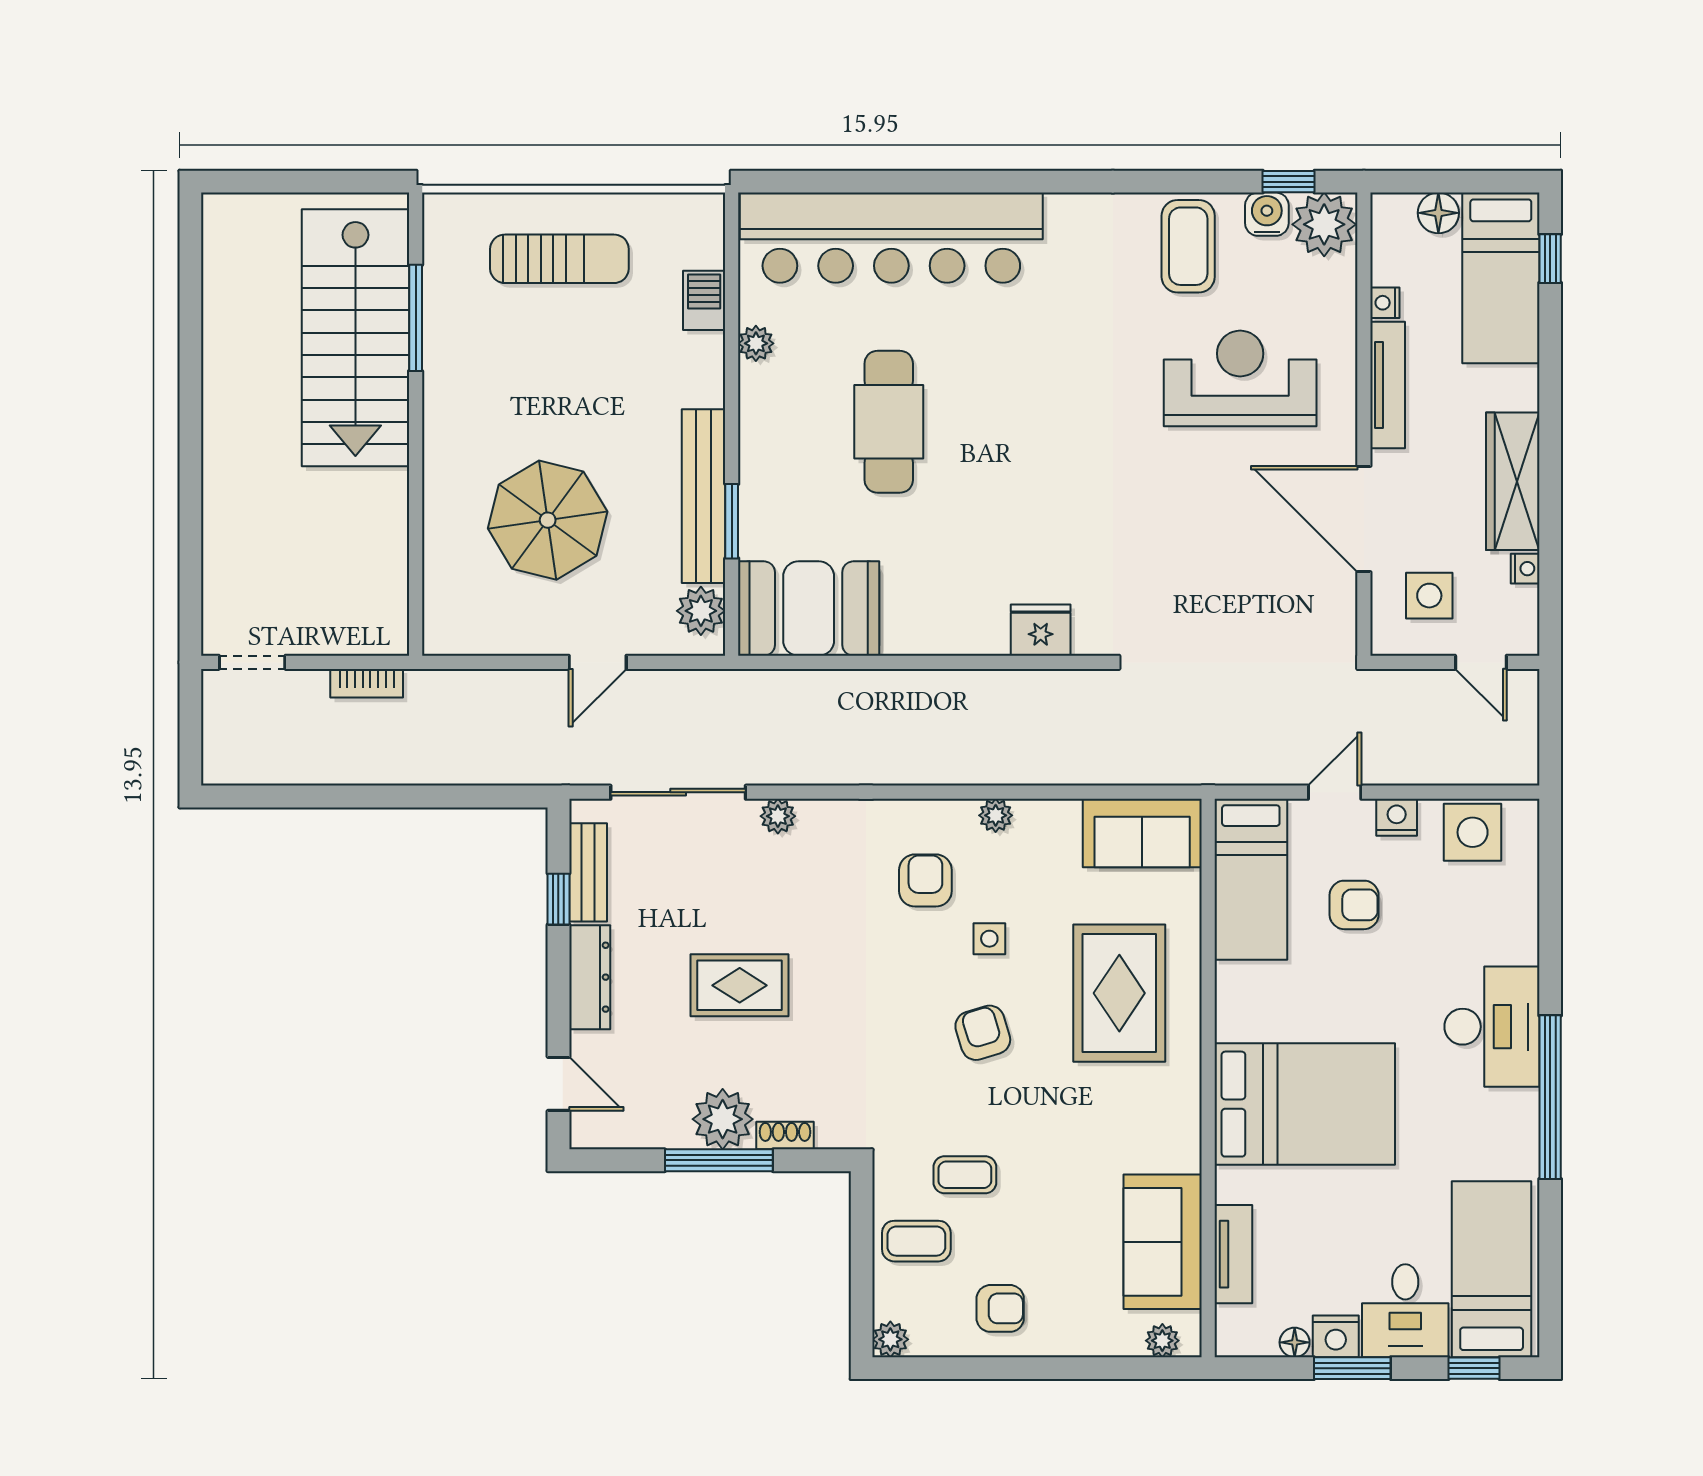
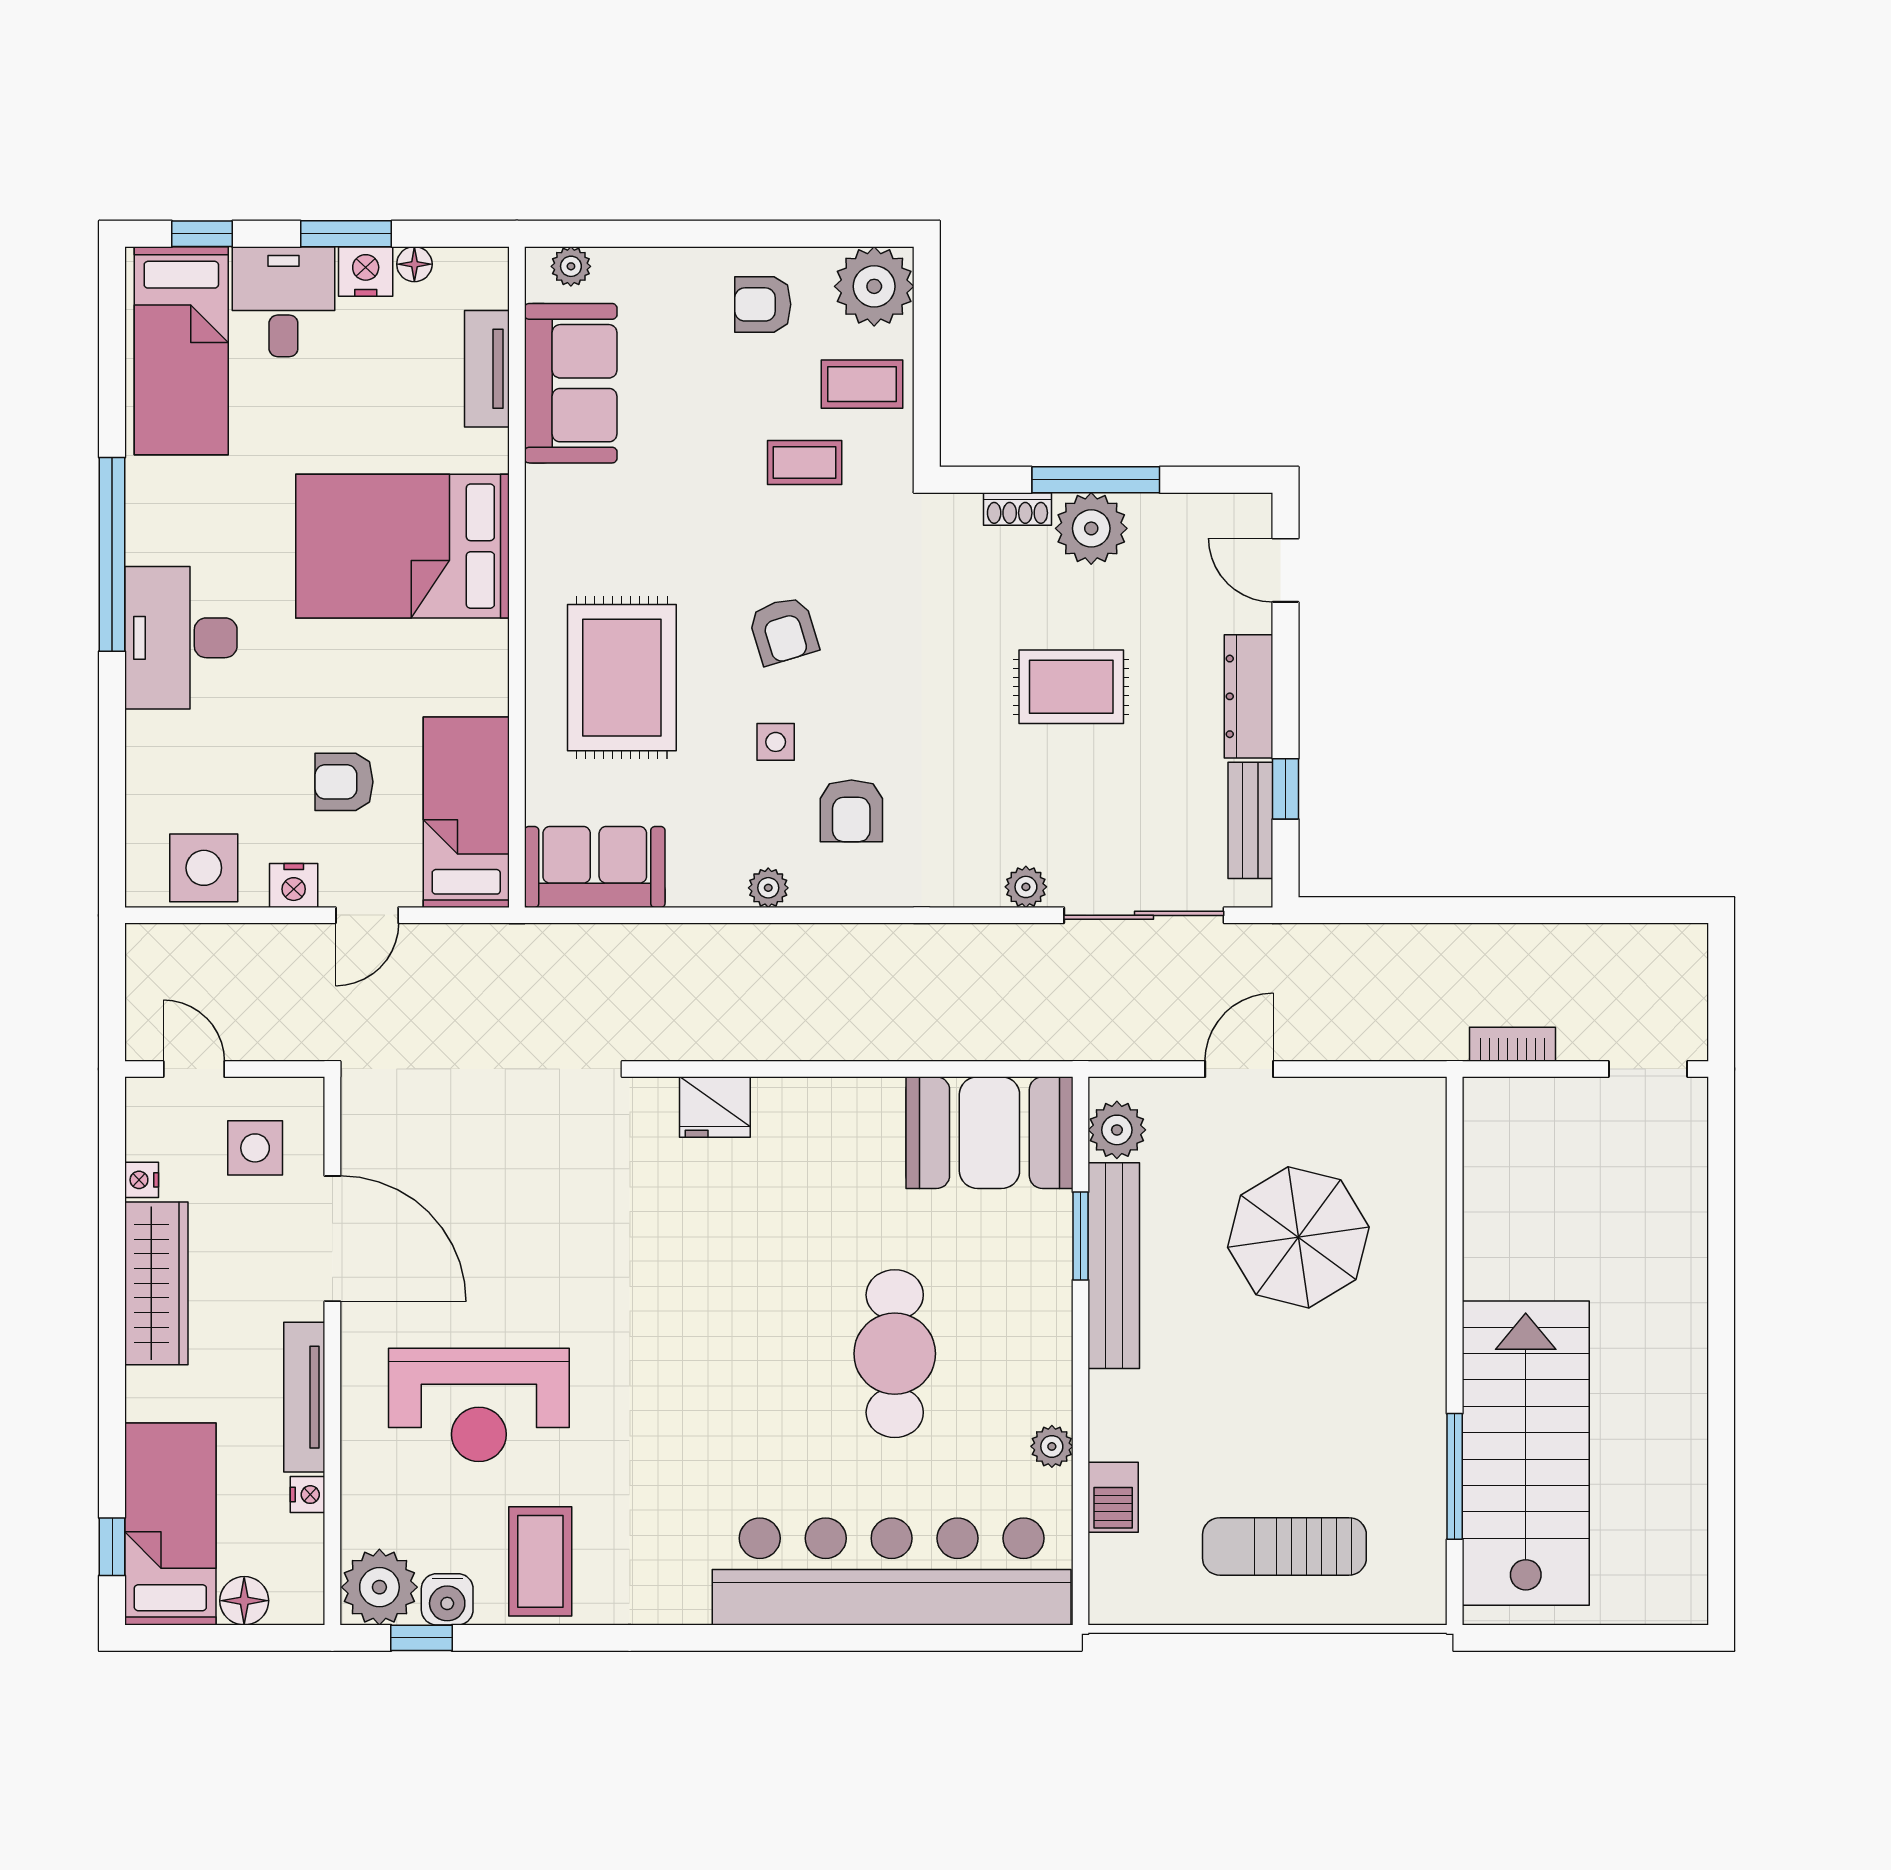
plant: (890, 1339) -> (874, 286), width x1.88, depth x1.88

